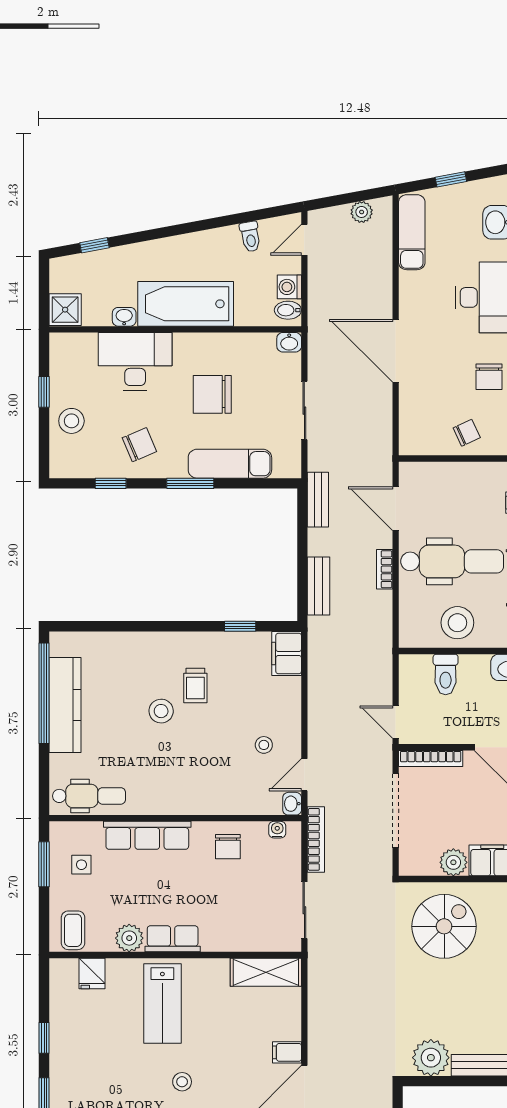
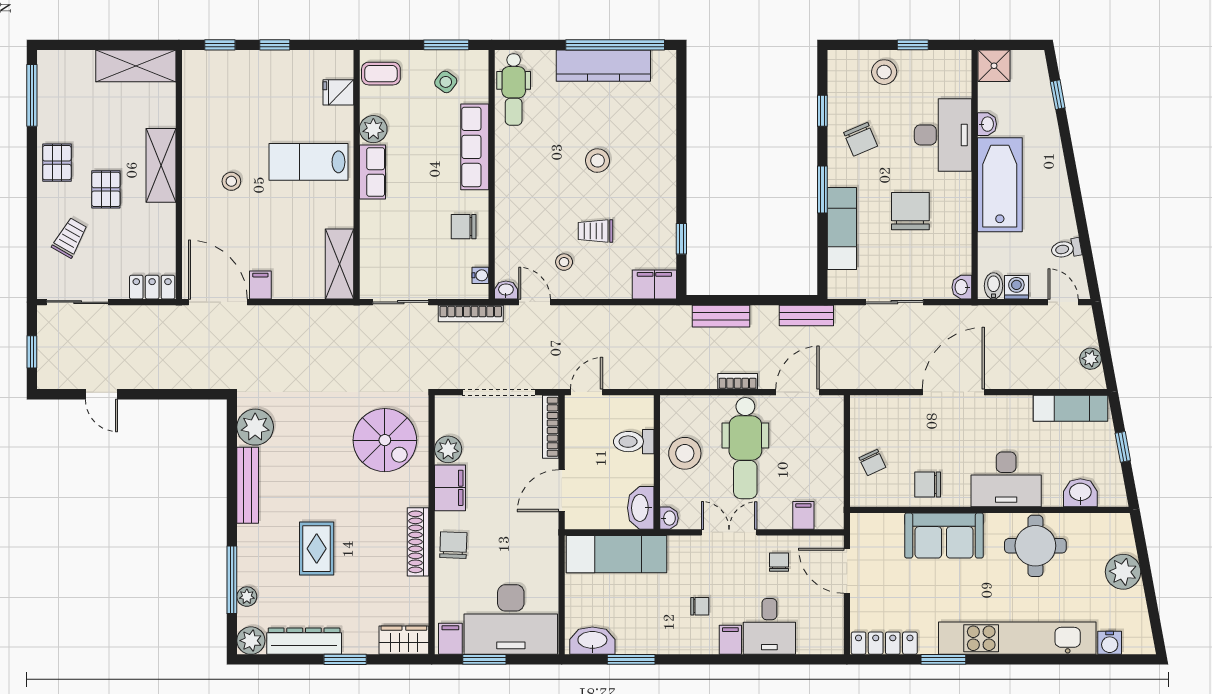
trolley: (195, 686) -> (595, 231), moved
side table: (81, 865) -> (446, 82), turned 37

